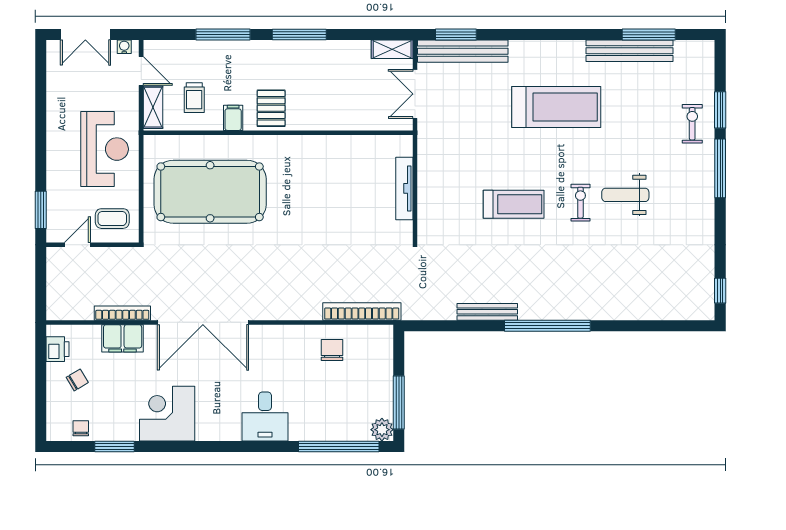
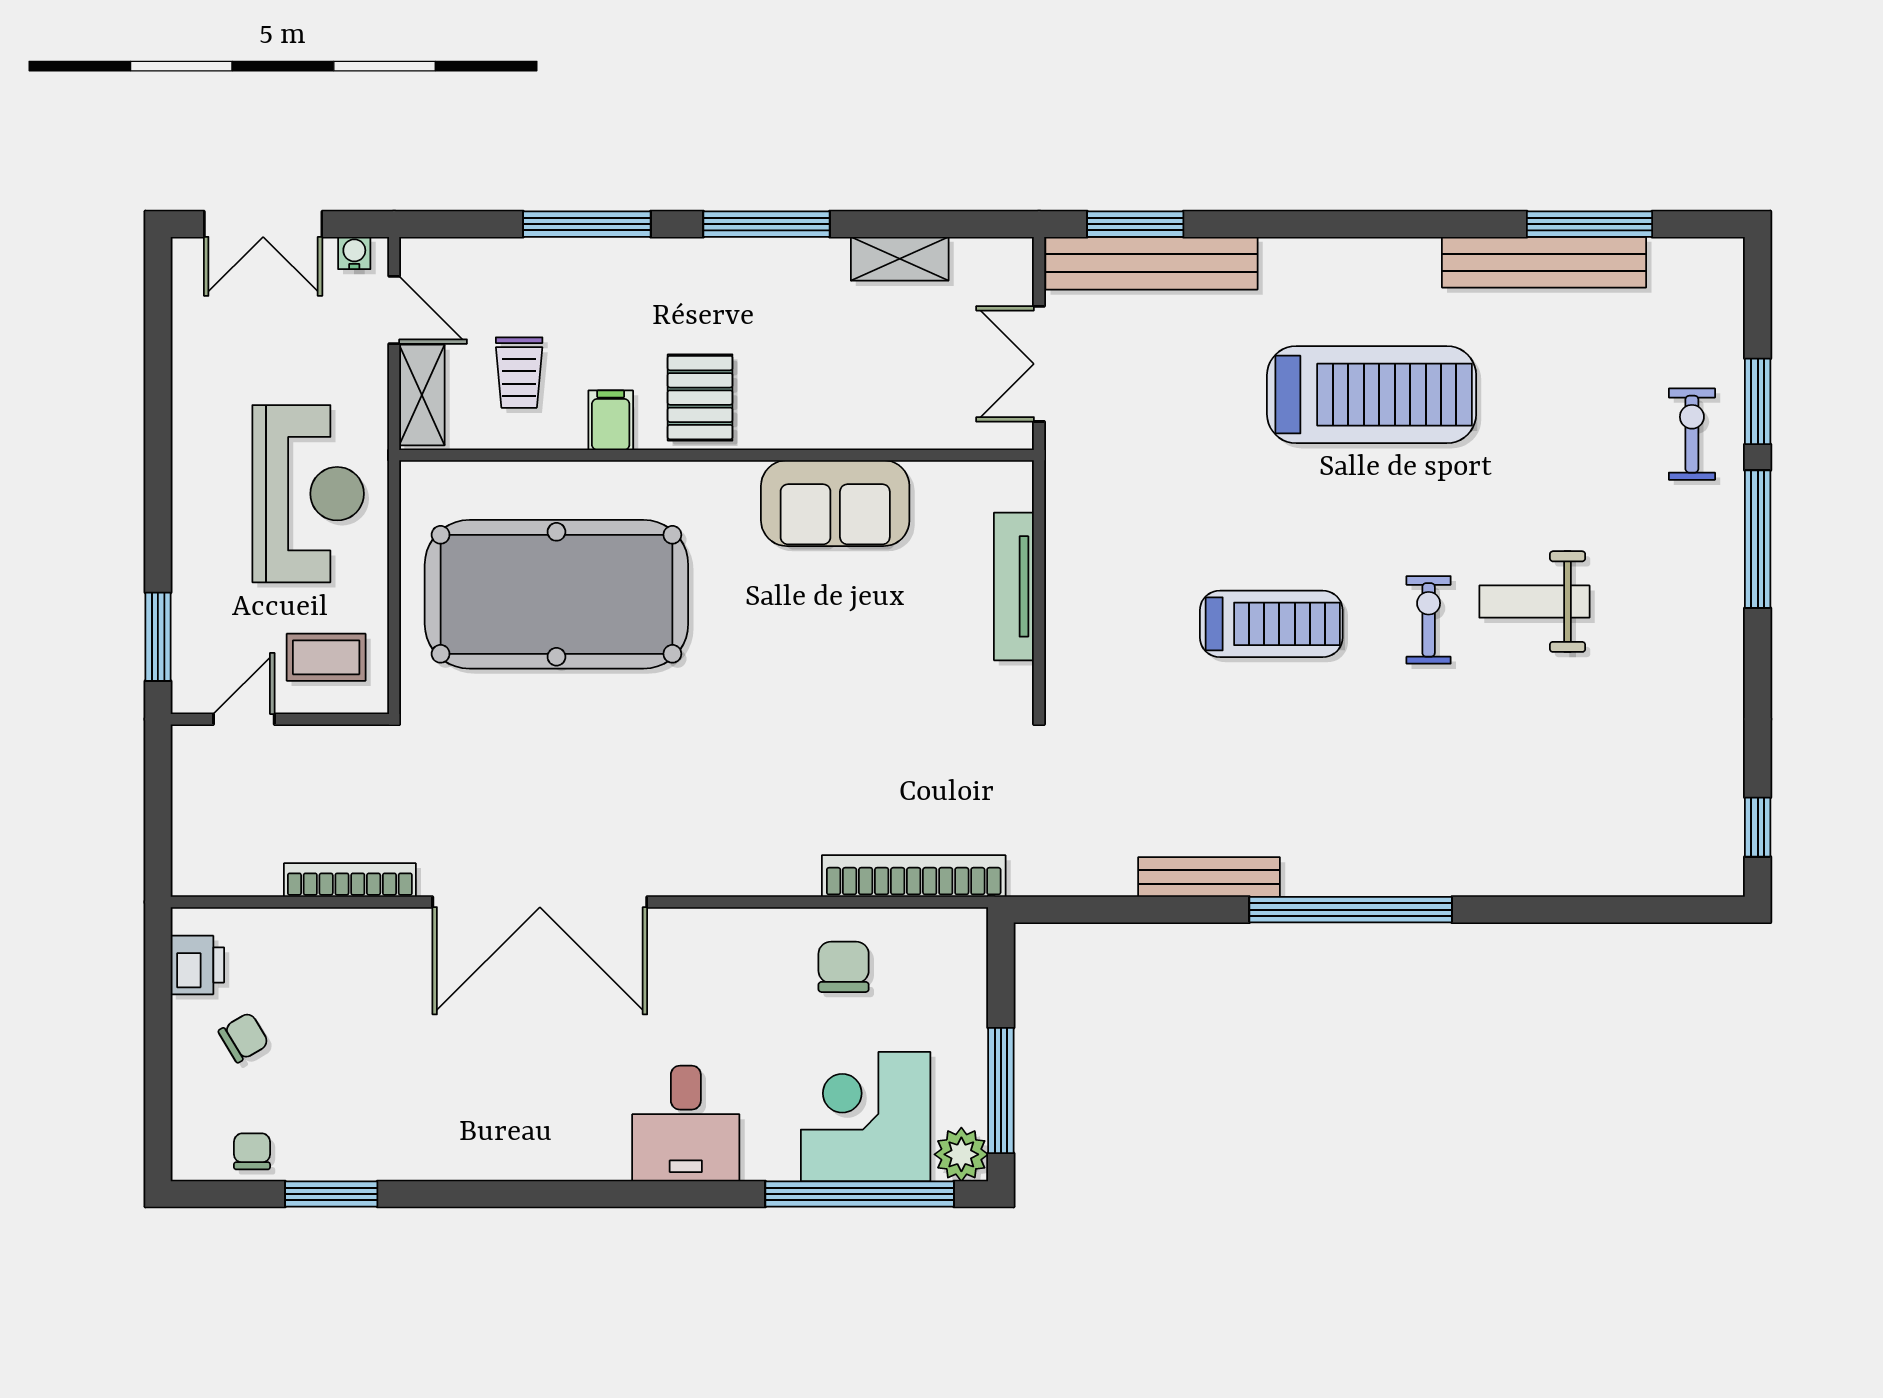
shelving: (392, 49) -> (900, 259), moved
sofa: (328, 153) -> (835, 503), added
filing cabinet: (123, 338) -> (350, 939), removed
corner desk: (167, 414) -> (866, 1117), moved

